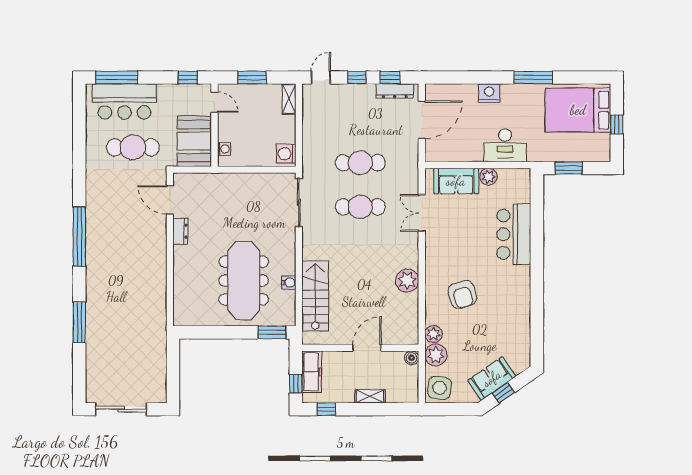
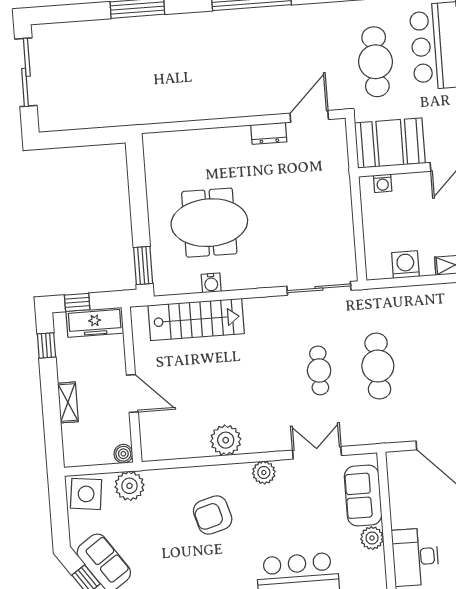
washing machine: (286, 154) -> (405, 265), moved
cafe table: (360, 207) -> (319, 370), width x0.73, depth x0.74
meeting table: (244, 281) -> (209, 223), width x0.73
plant: (433, 334) -> (264, 472), moved

